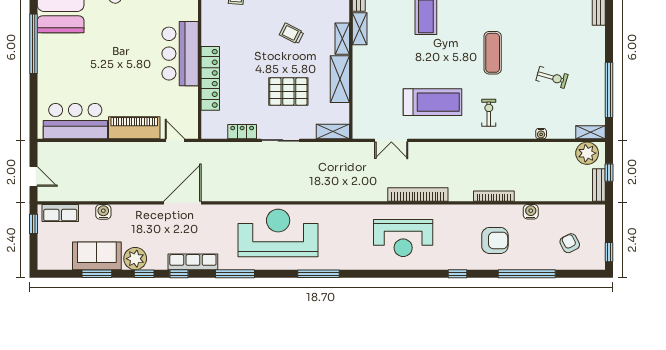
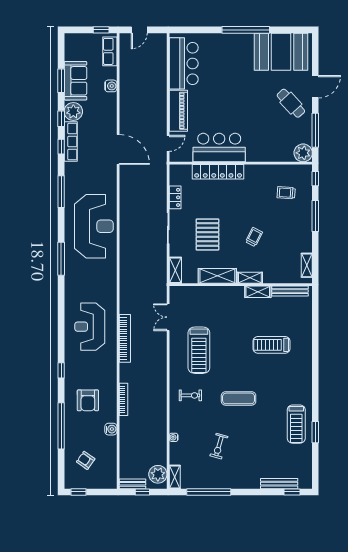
bar counter: (180, 54) -> (219, 148), moved
armchair: (570, 243) -> (86, 460), turned -118
row of seats: (193, 262) -> (71, 141), moved

